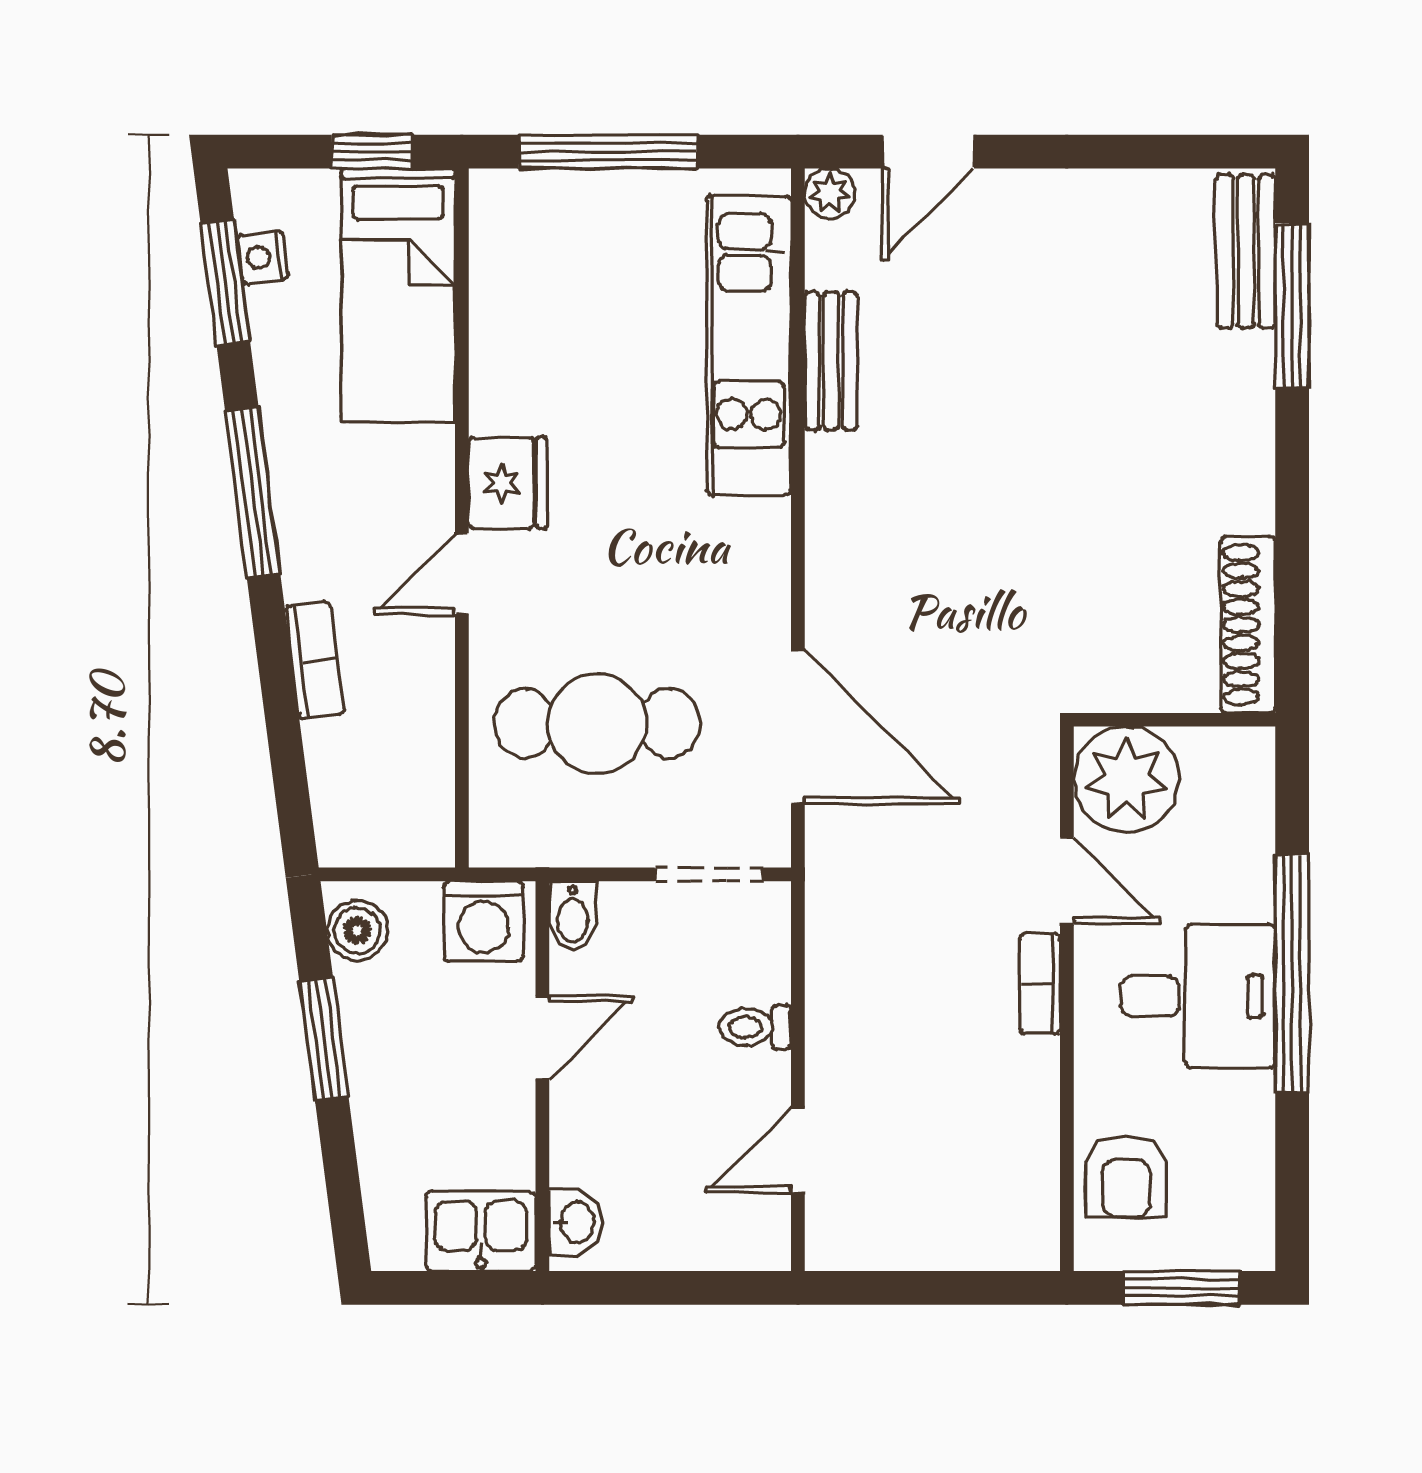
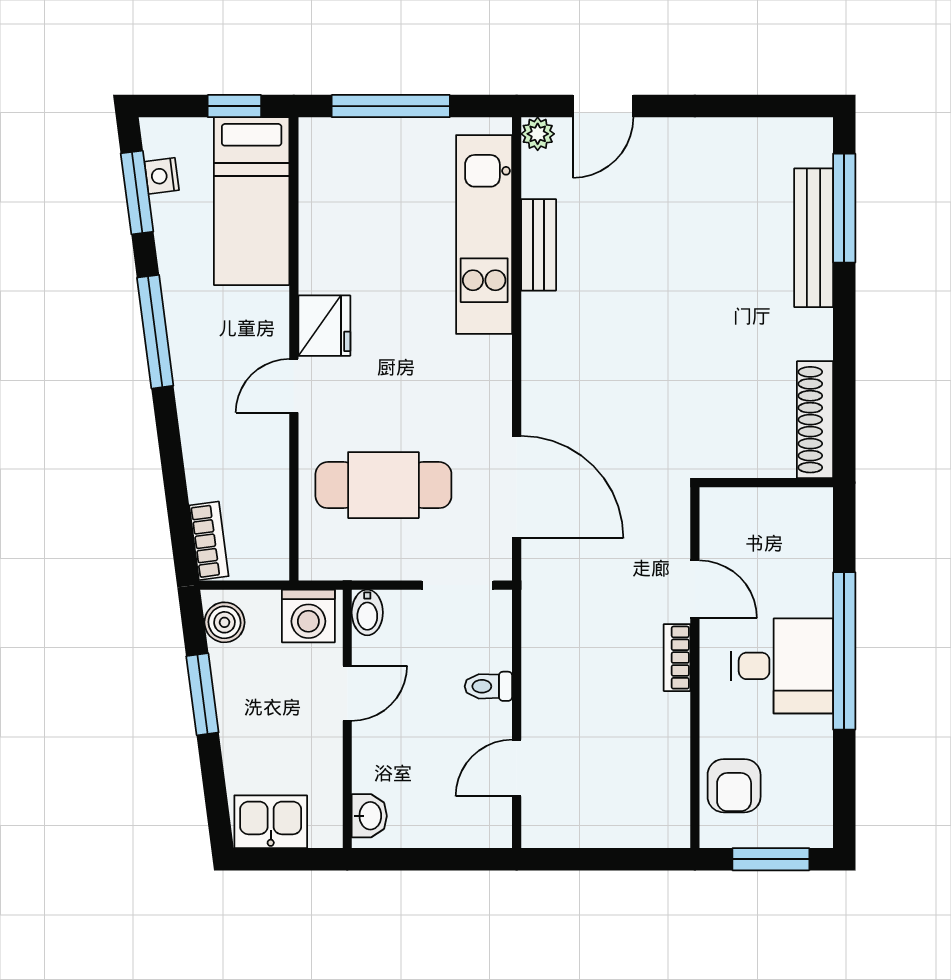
bench: (1246, 251) -> (814, 238), moved, width x1.36
bookcase: (314, 660) -> (209, 541), moved
plant: (1126, 779) -> (734, 522), removed
kitchen sink: (481, 1231) -> (271, 822), moved

